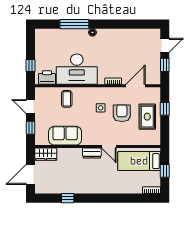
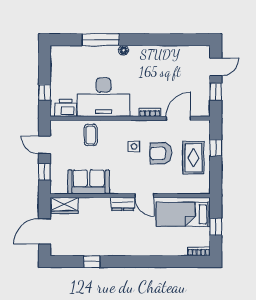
armchair: (122, 113) -> (161, 153), turned -90

